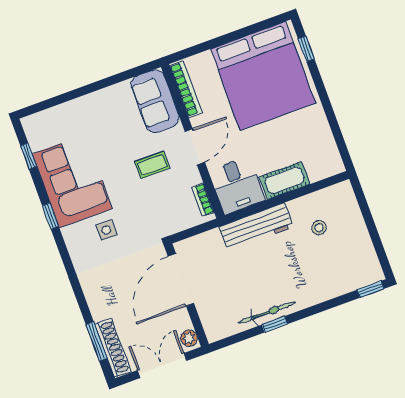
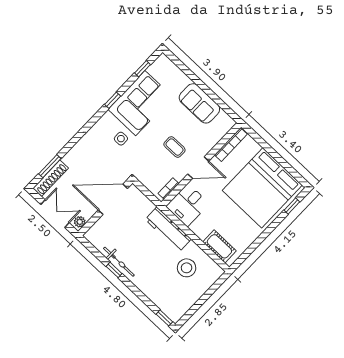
sofa: (155, 101) -> (199, 103), moved, turned -90
cot: (285, 180) -> (219, 246), moved
stool: (319, 228) -> (187, 268), width x1.89, depth x1.89

